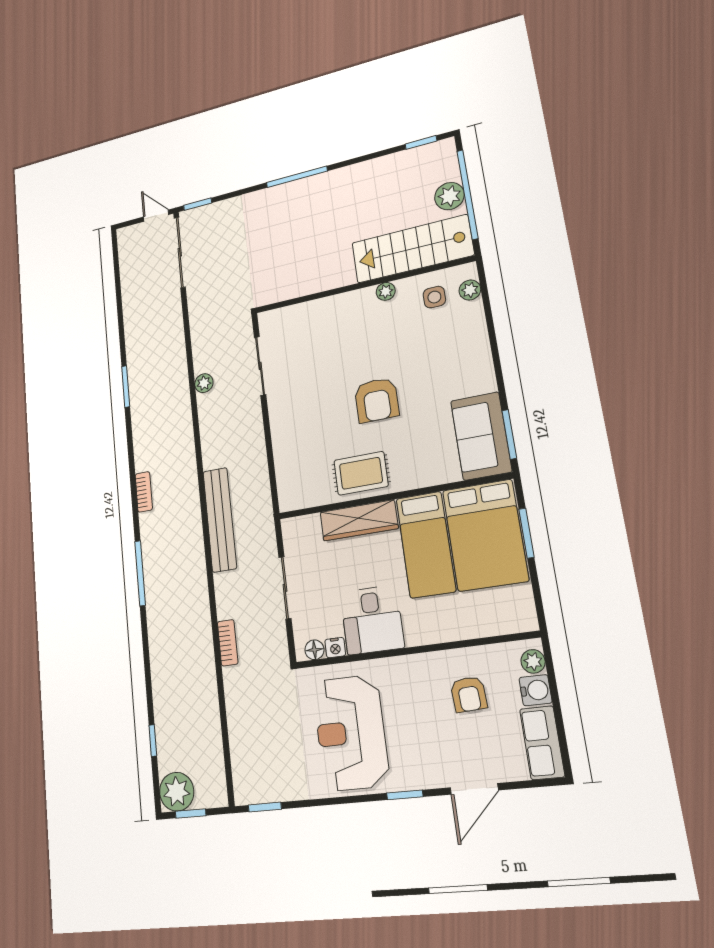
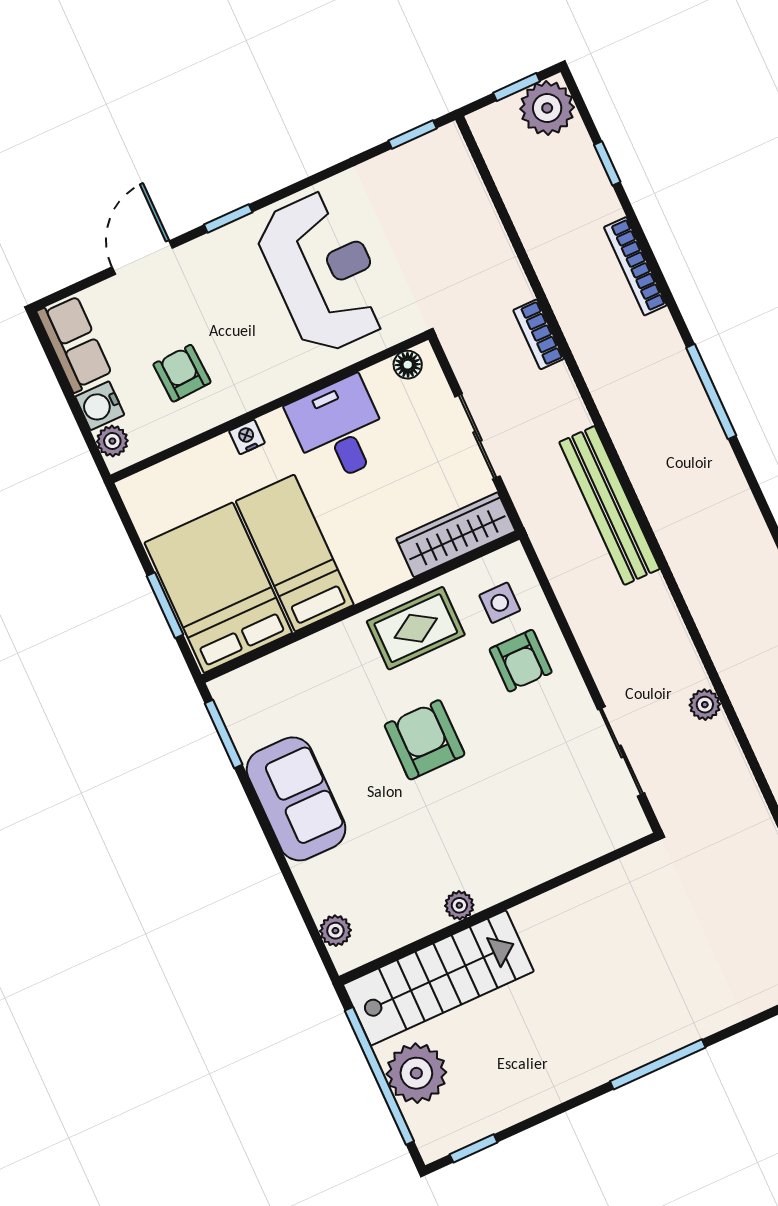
plant: (449, 196) -> (416, 1073), width x1.36, depth x1.36
side table: (434, 297) -> (500, 603), moved
armchair: (302, 436) -> (521, 661), added
sofa: (481, 436) -> (296, 799), moved
bookcase: (144, 492) -> (635, 266), moved, width x1.56
wardrobe: (359, 520) -> (456, 535), moved
nightstand: (335, 648) -> (247, 437), moved

